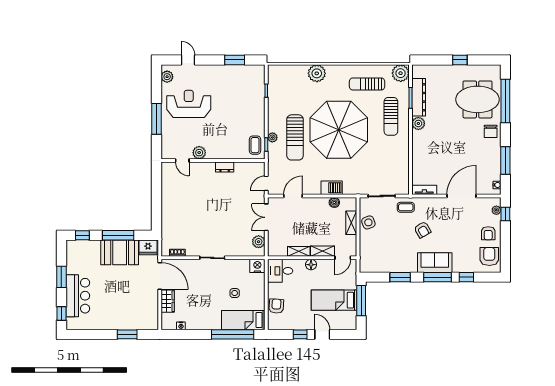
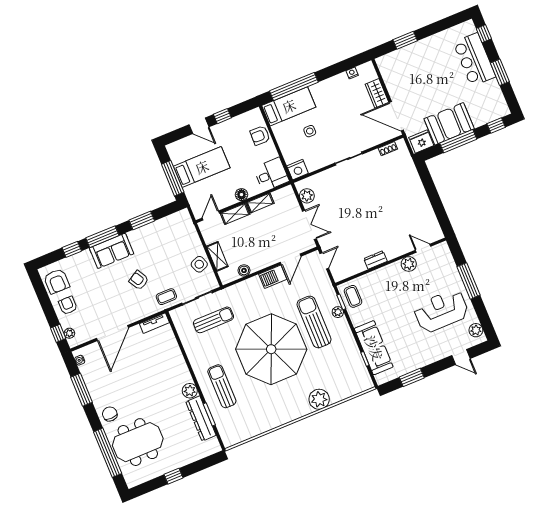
plant: (401, 73) -> (231, 436), removed
sun lounger: (367, 84) -> (213, 320), moved
sofa: (255, 97) -> (374, 348), added
reception desk: (189, 104) -> (441, 311), turned 180
barbecue: (332, 188) -> (273, 277), moved
armchair: (276, 306) -> (260, 136), turned 88

